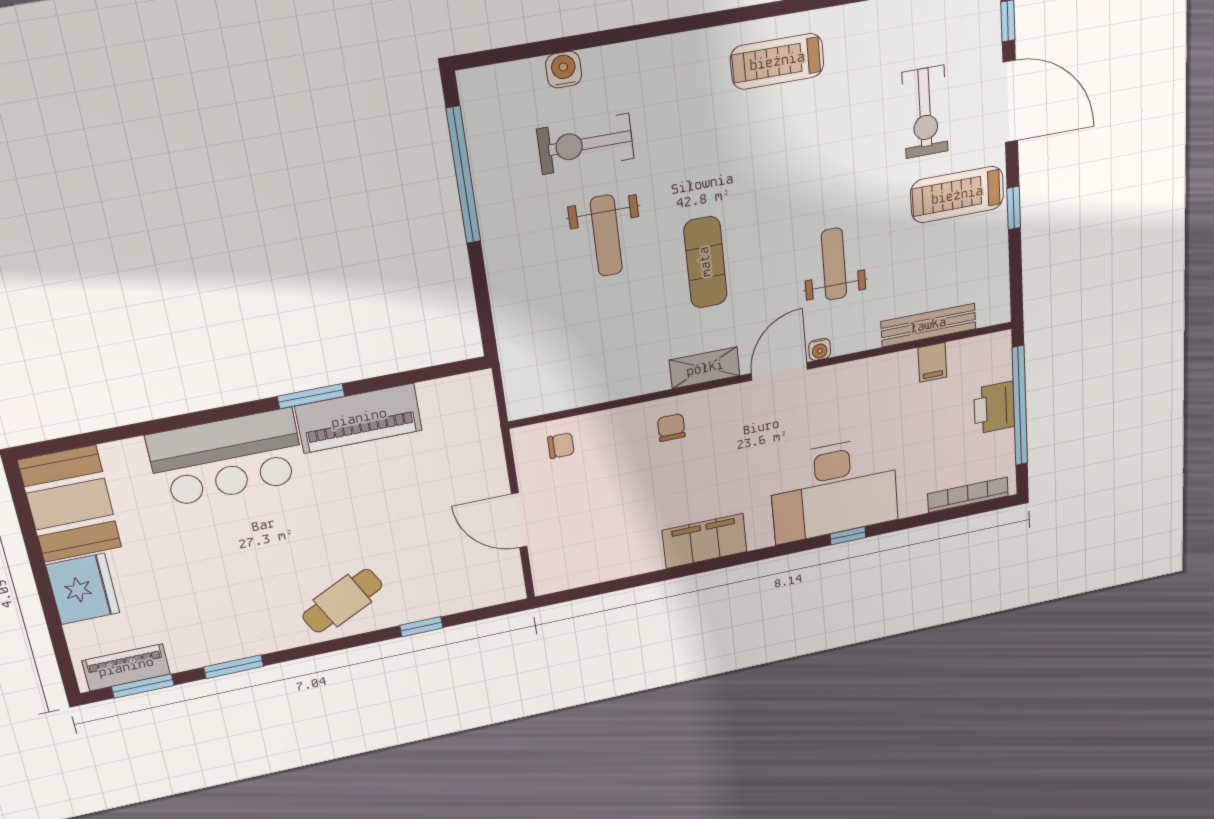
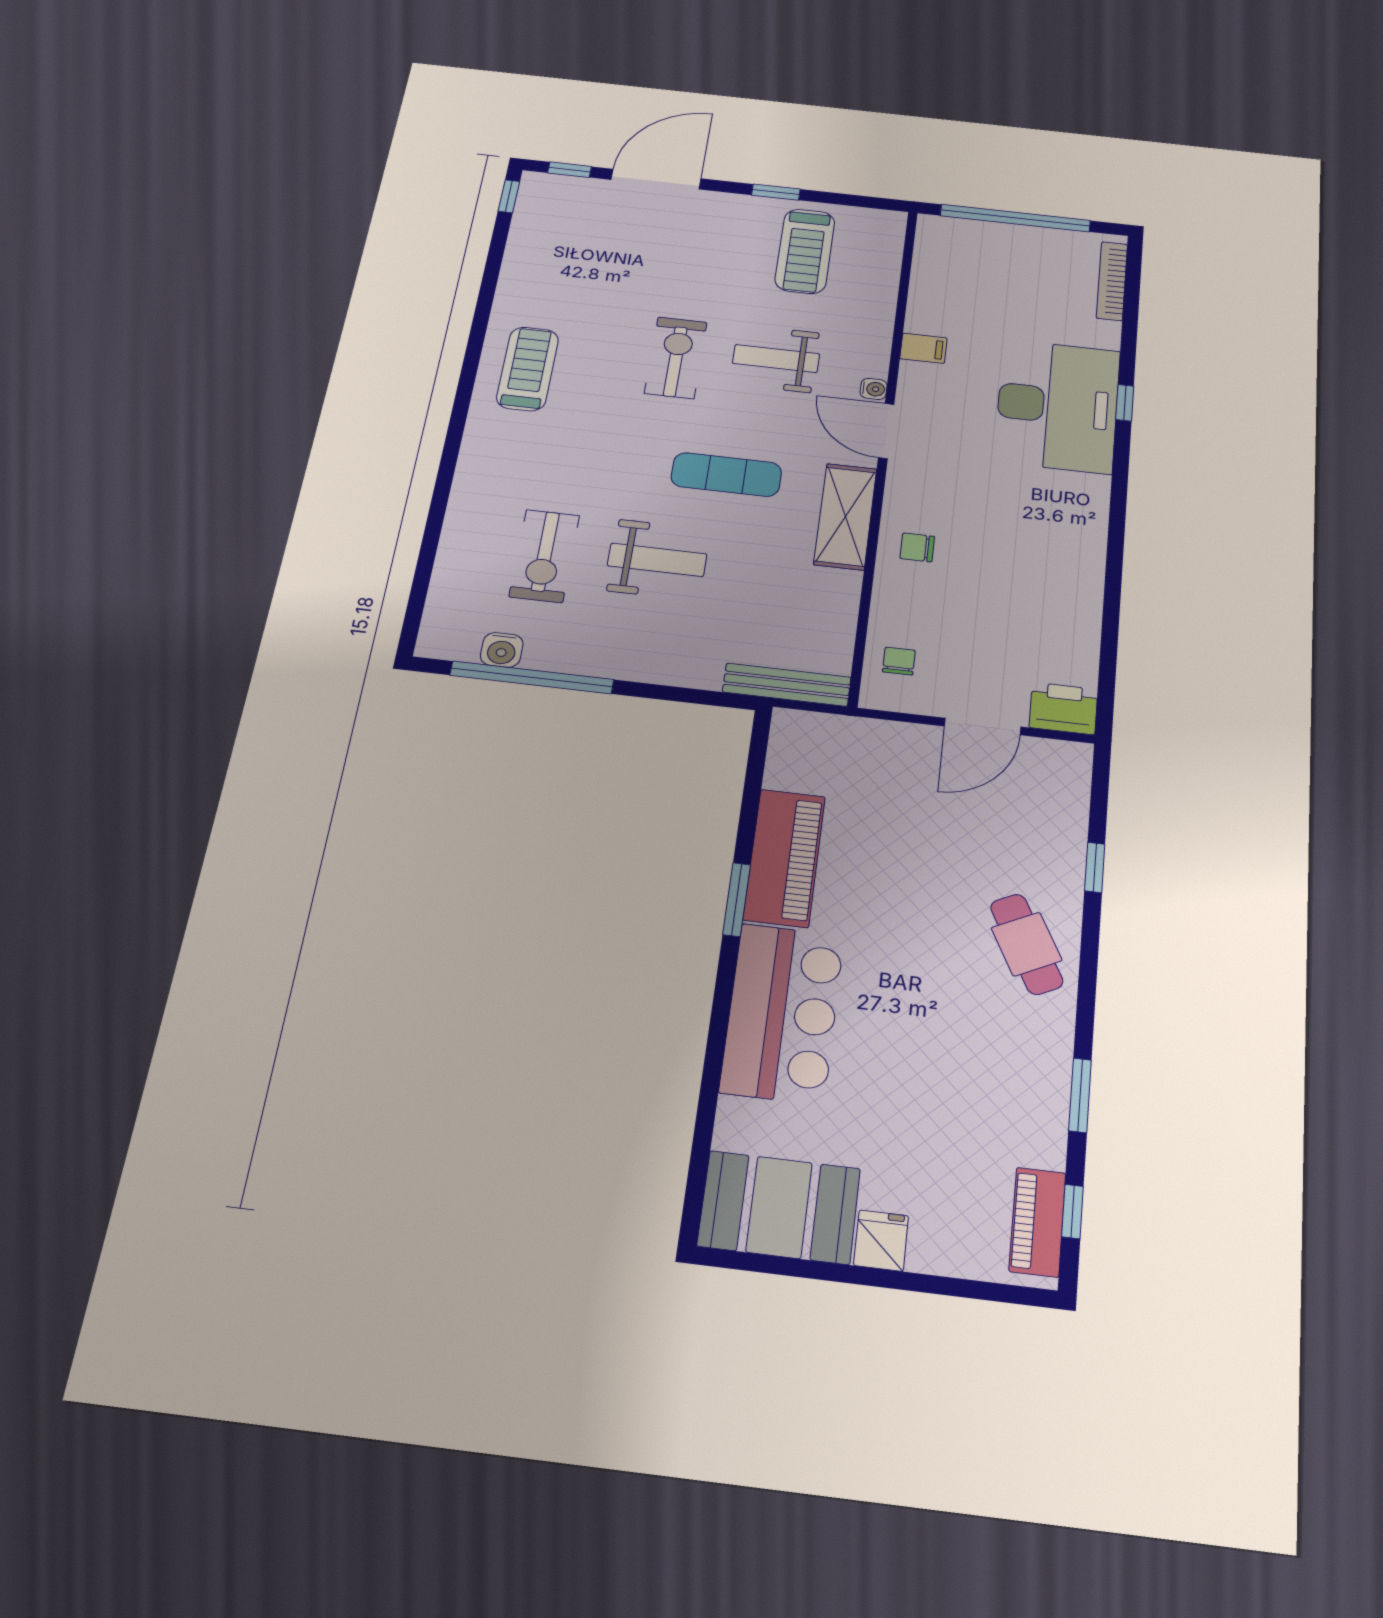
treadmill: (777, 61) -> (528, 369), turned 180
water cooler: (564, 70) -> (502, 650), moved, turned -90
exercise bike: (925, 112) -> (676, 358), moved, turned -90
treadmill: (957, 195) -> (805, 251), moved
bench: (928, 325) -> (787, 685), moved, turned 90
filing cabinet: (932, 362) -> (923, 348), moved
shelving: (705, 368) -> (845, 516), width x1.50, depth x1.33
printer: (994, 408) -> (1064, 708), moved, turned 180
filing cabinet: (705, 541) -> (1080, 545), removed
fridge: (83, 589) -> (881, 1241), width x0.53, depth x0.75
window: (143, 686) -> (1073, 1211), width x0.67

